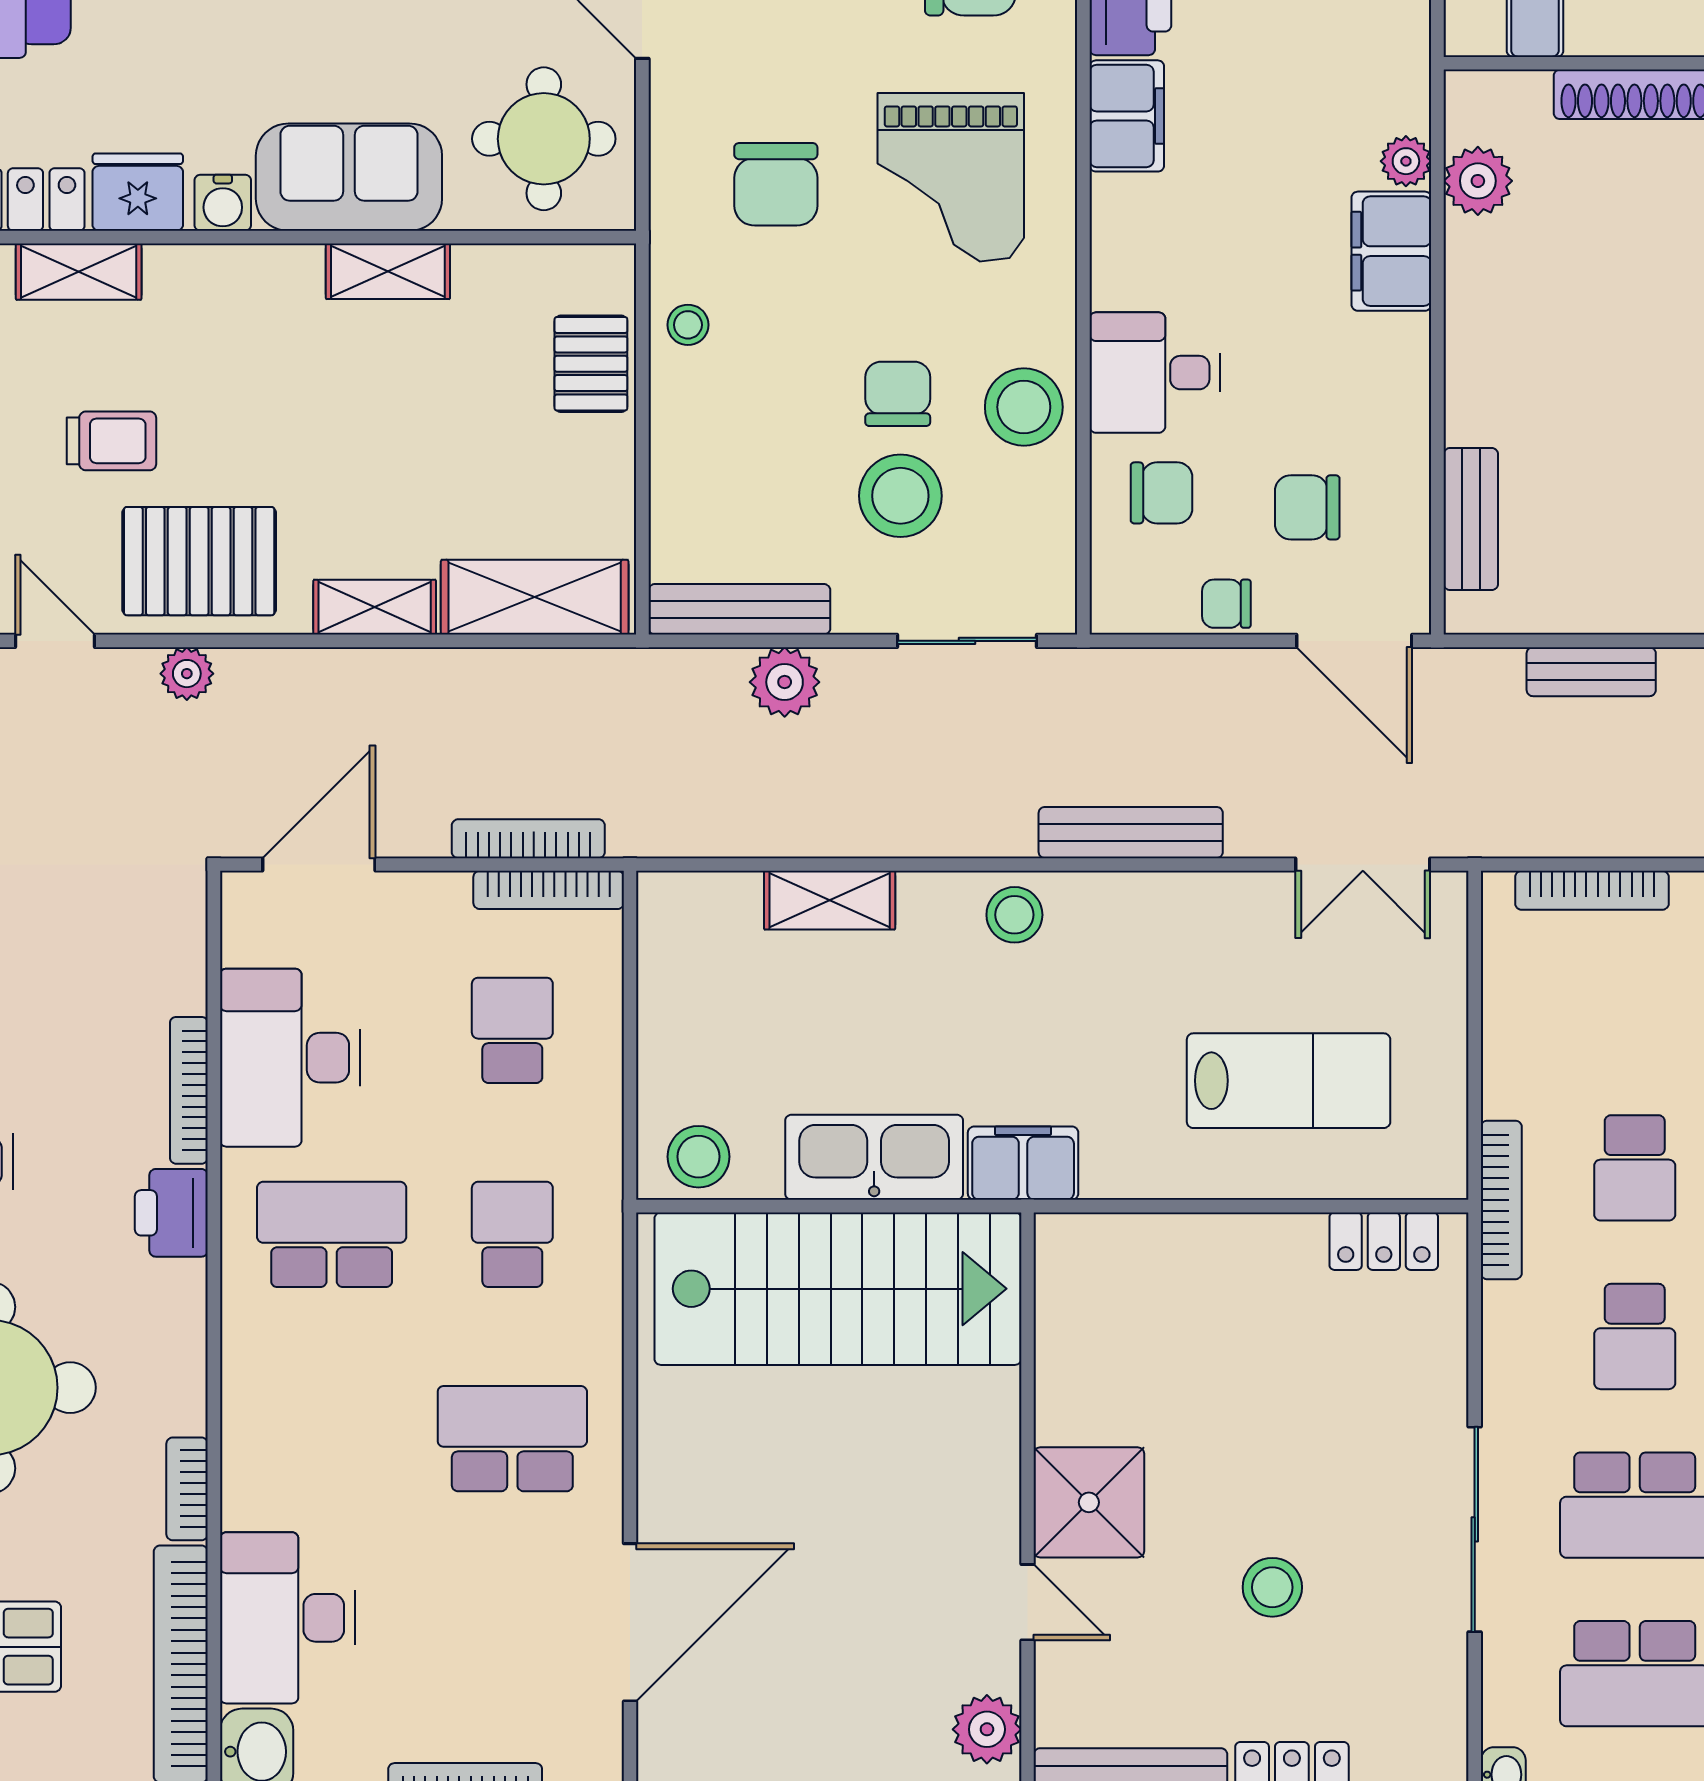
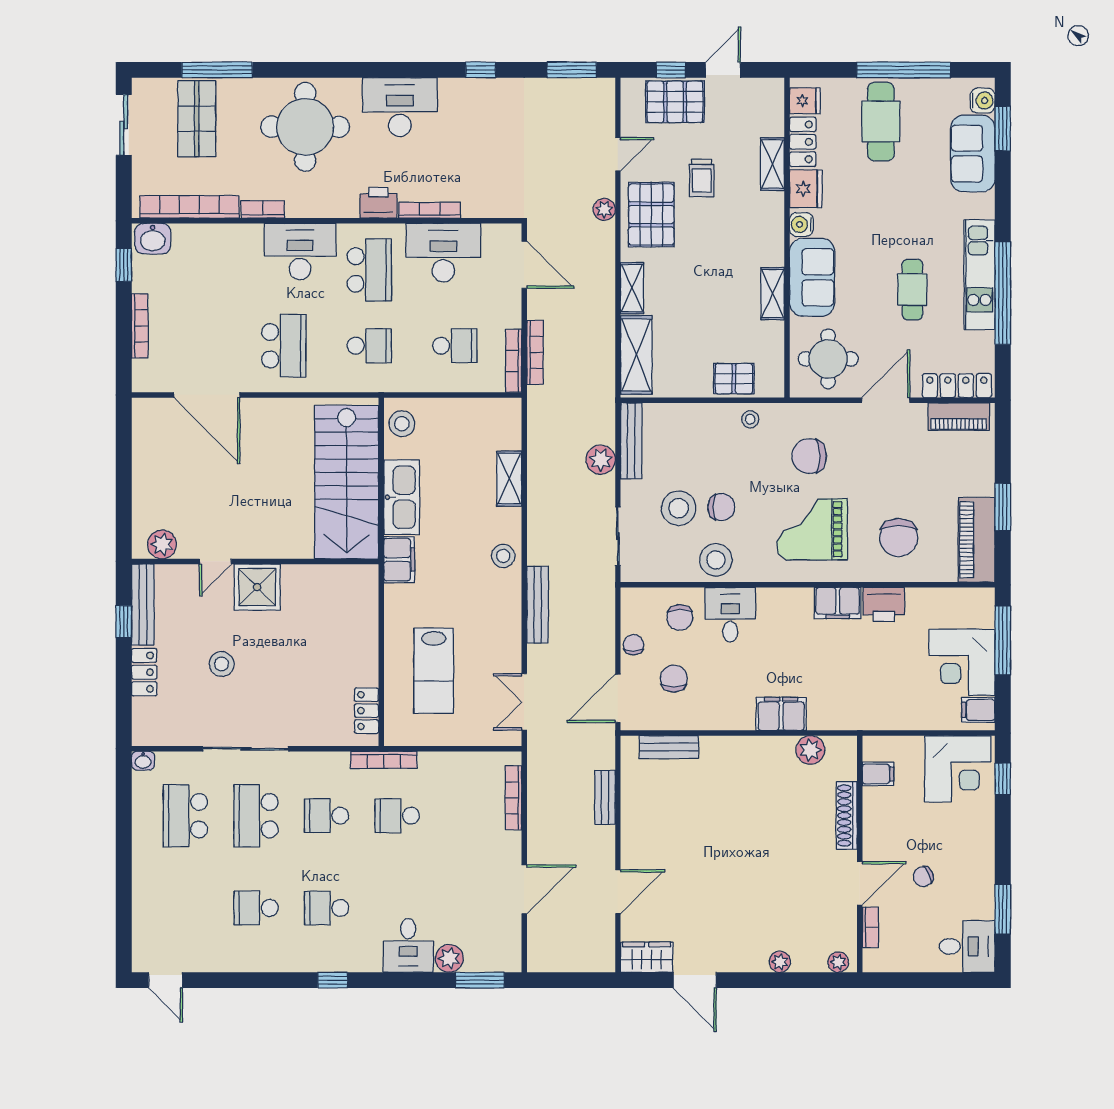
plant: (1406, 161) -> (819, 720), removed
desk: (287, 1618) -> (300, 252), moved

